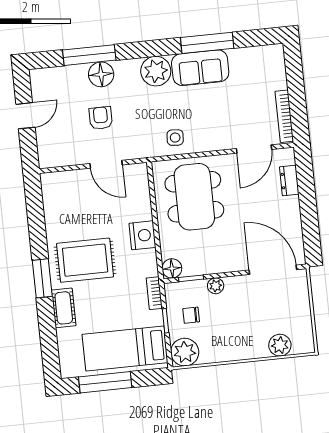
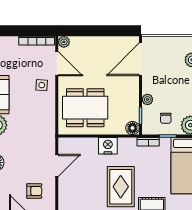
armchair: (101, 118) -> (34, 191), moved, turned 180
side table: (175, 138) -> (42, 85), moved
plant: (287, 156) -> (64, 42), added
dresser: (289, 180) -> (81, 42), removed

